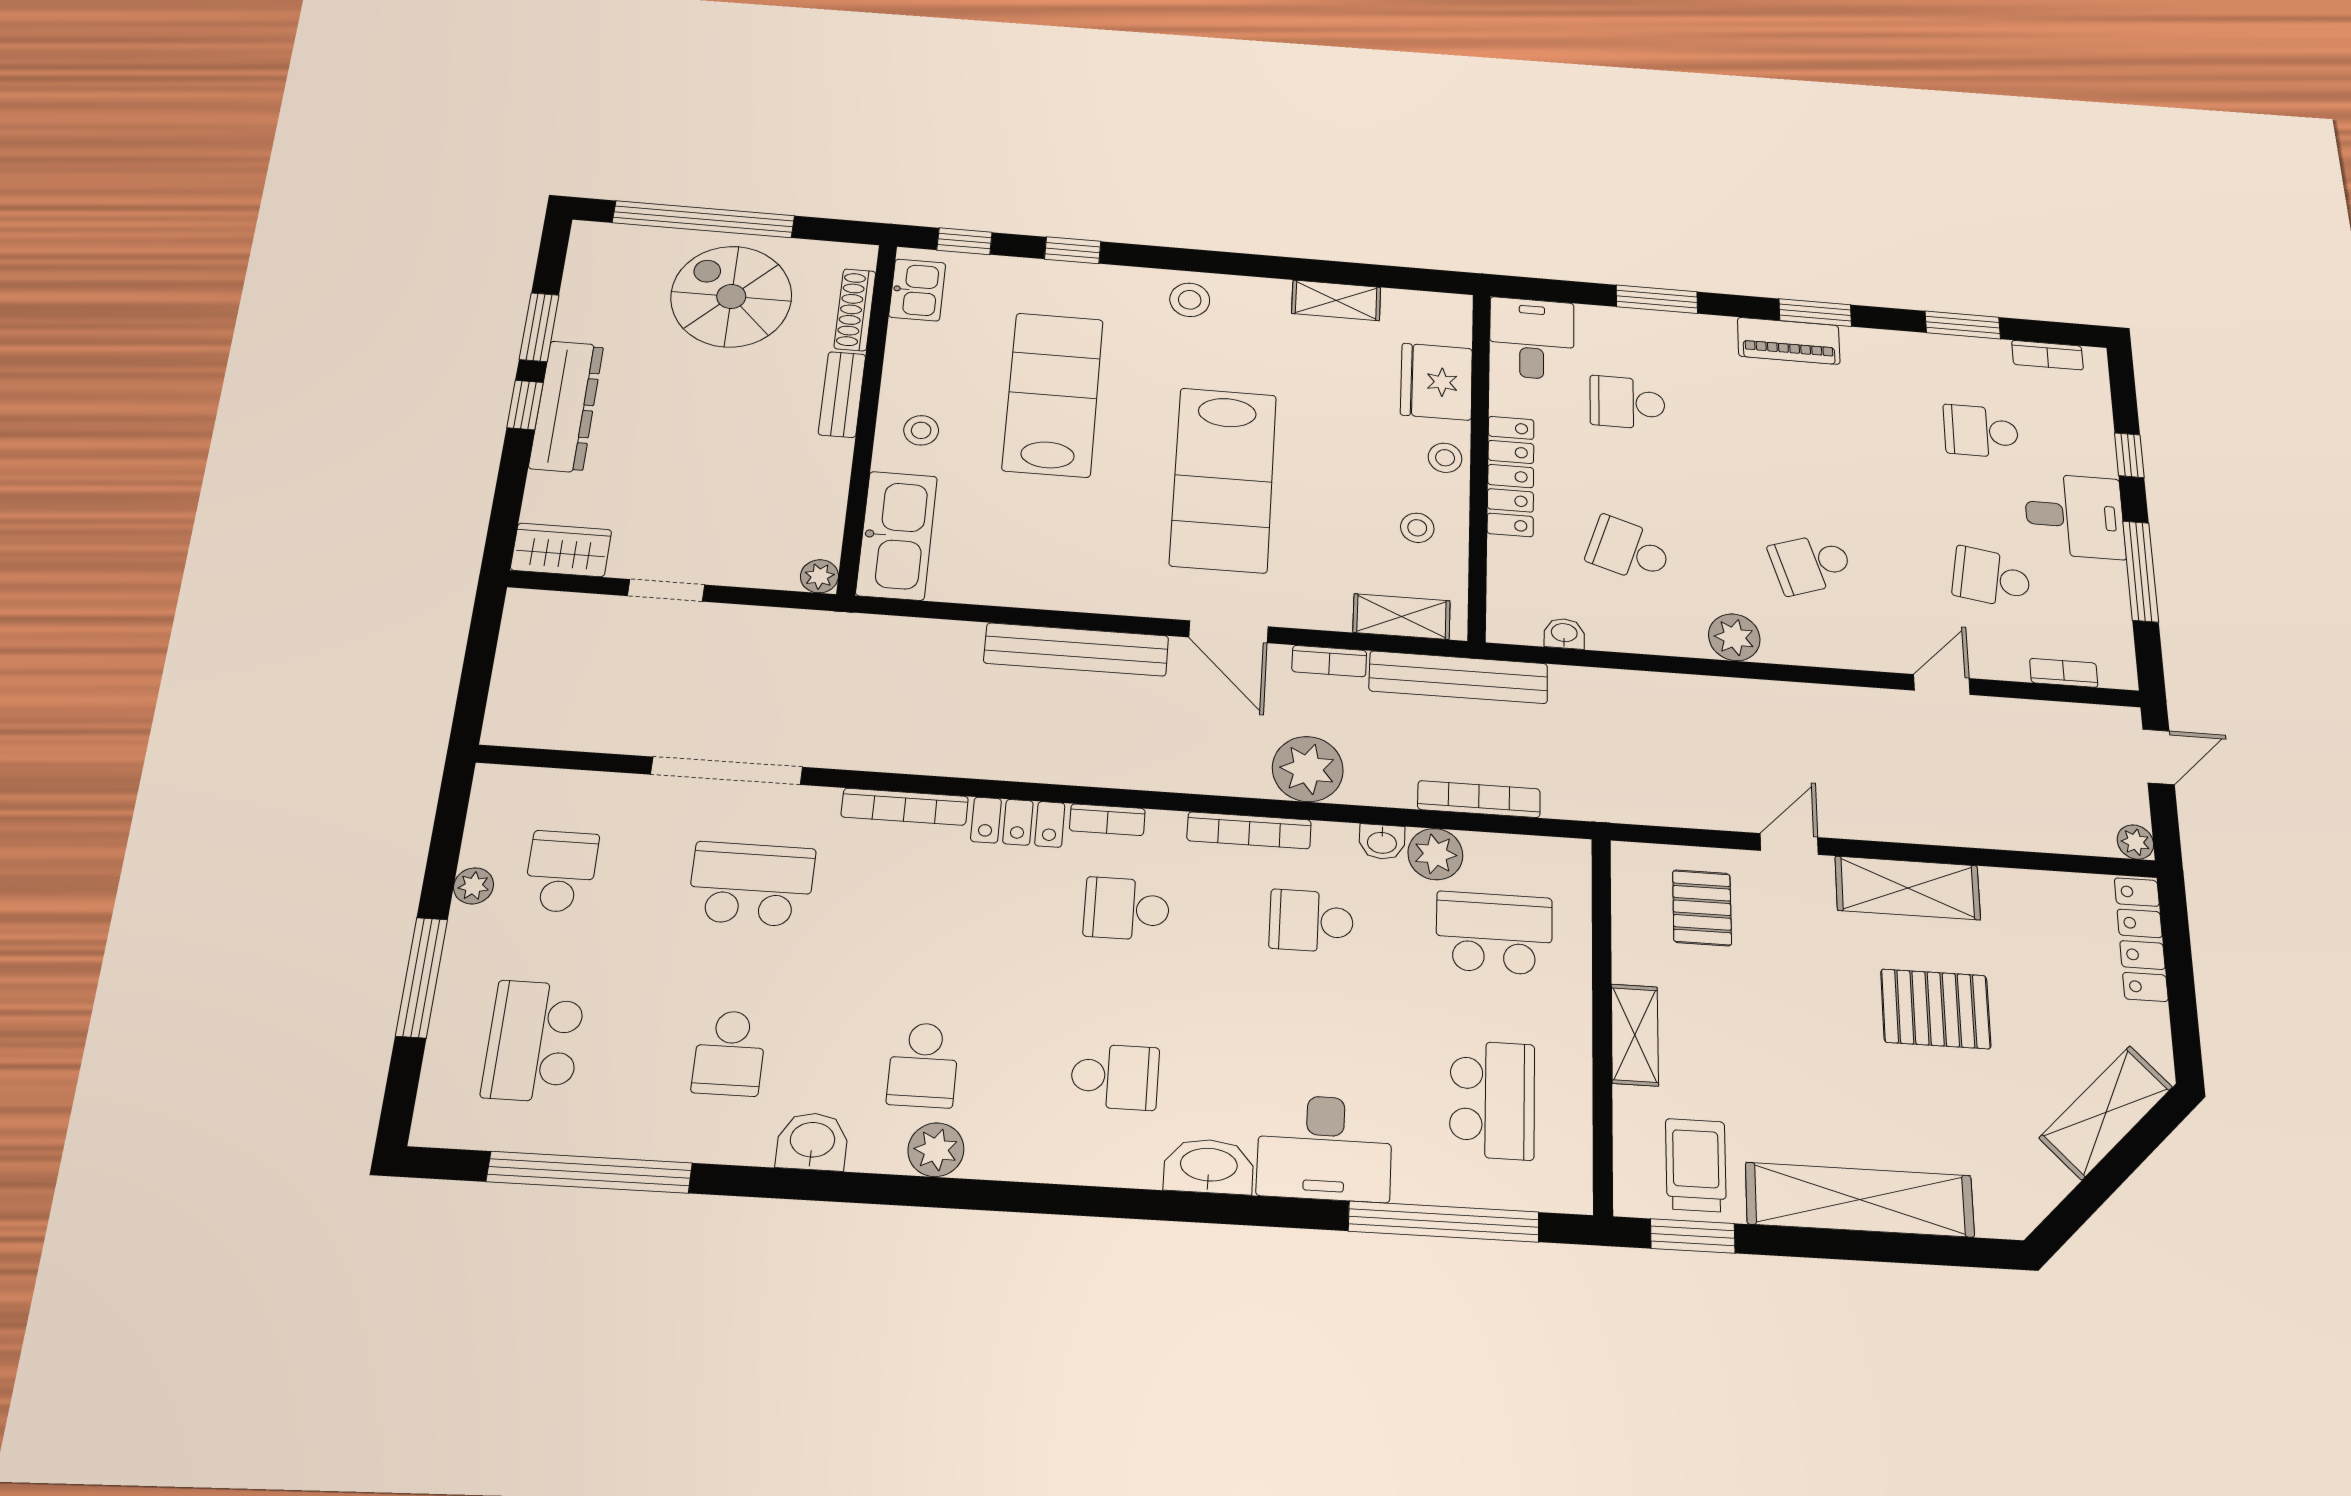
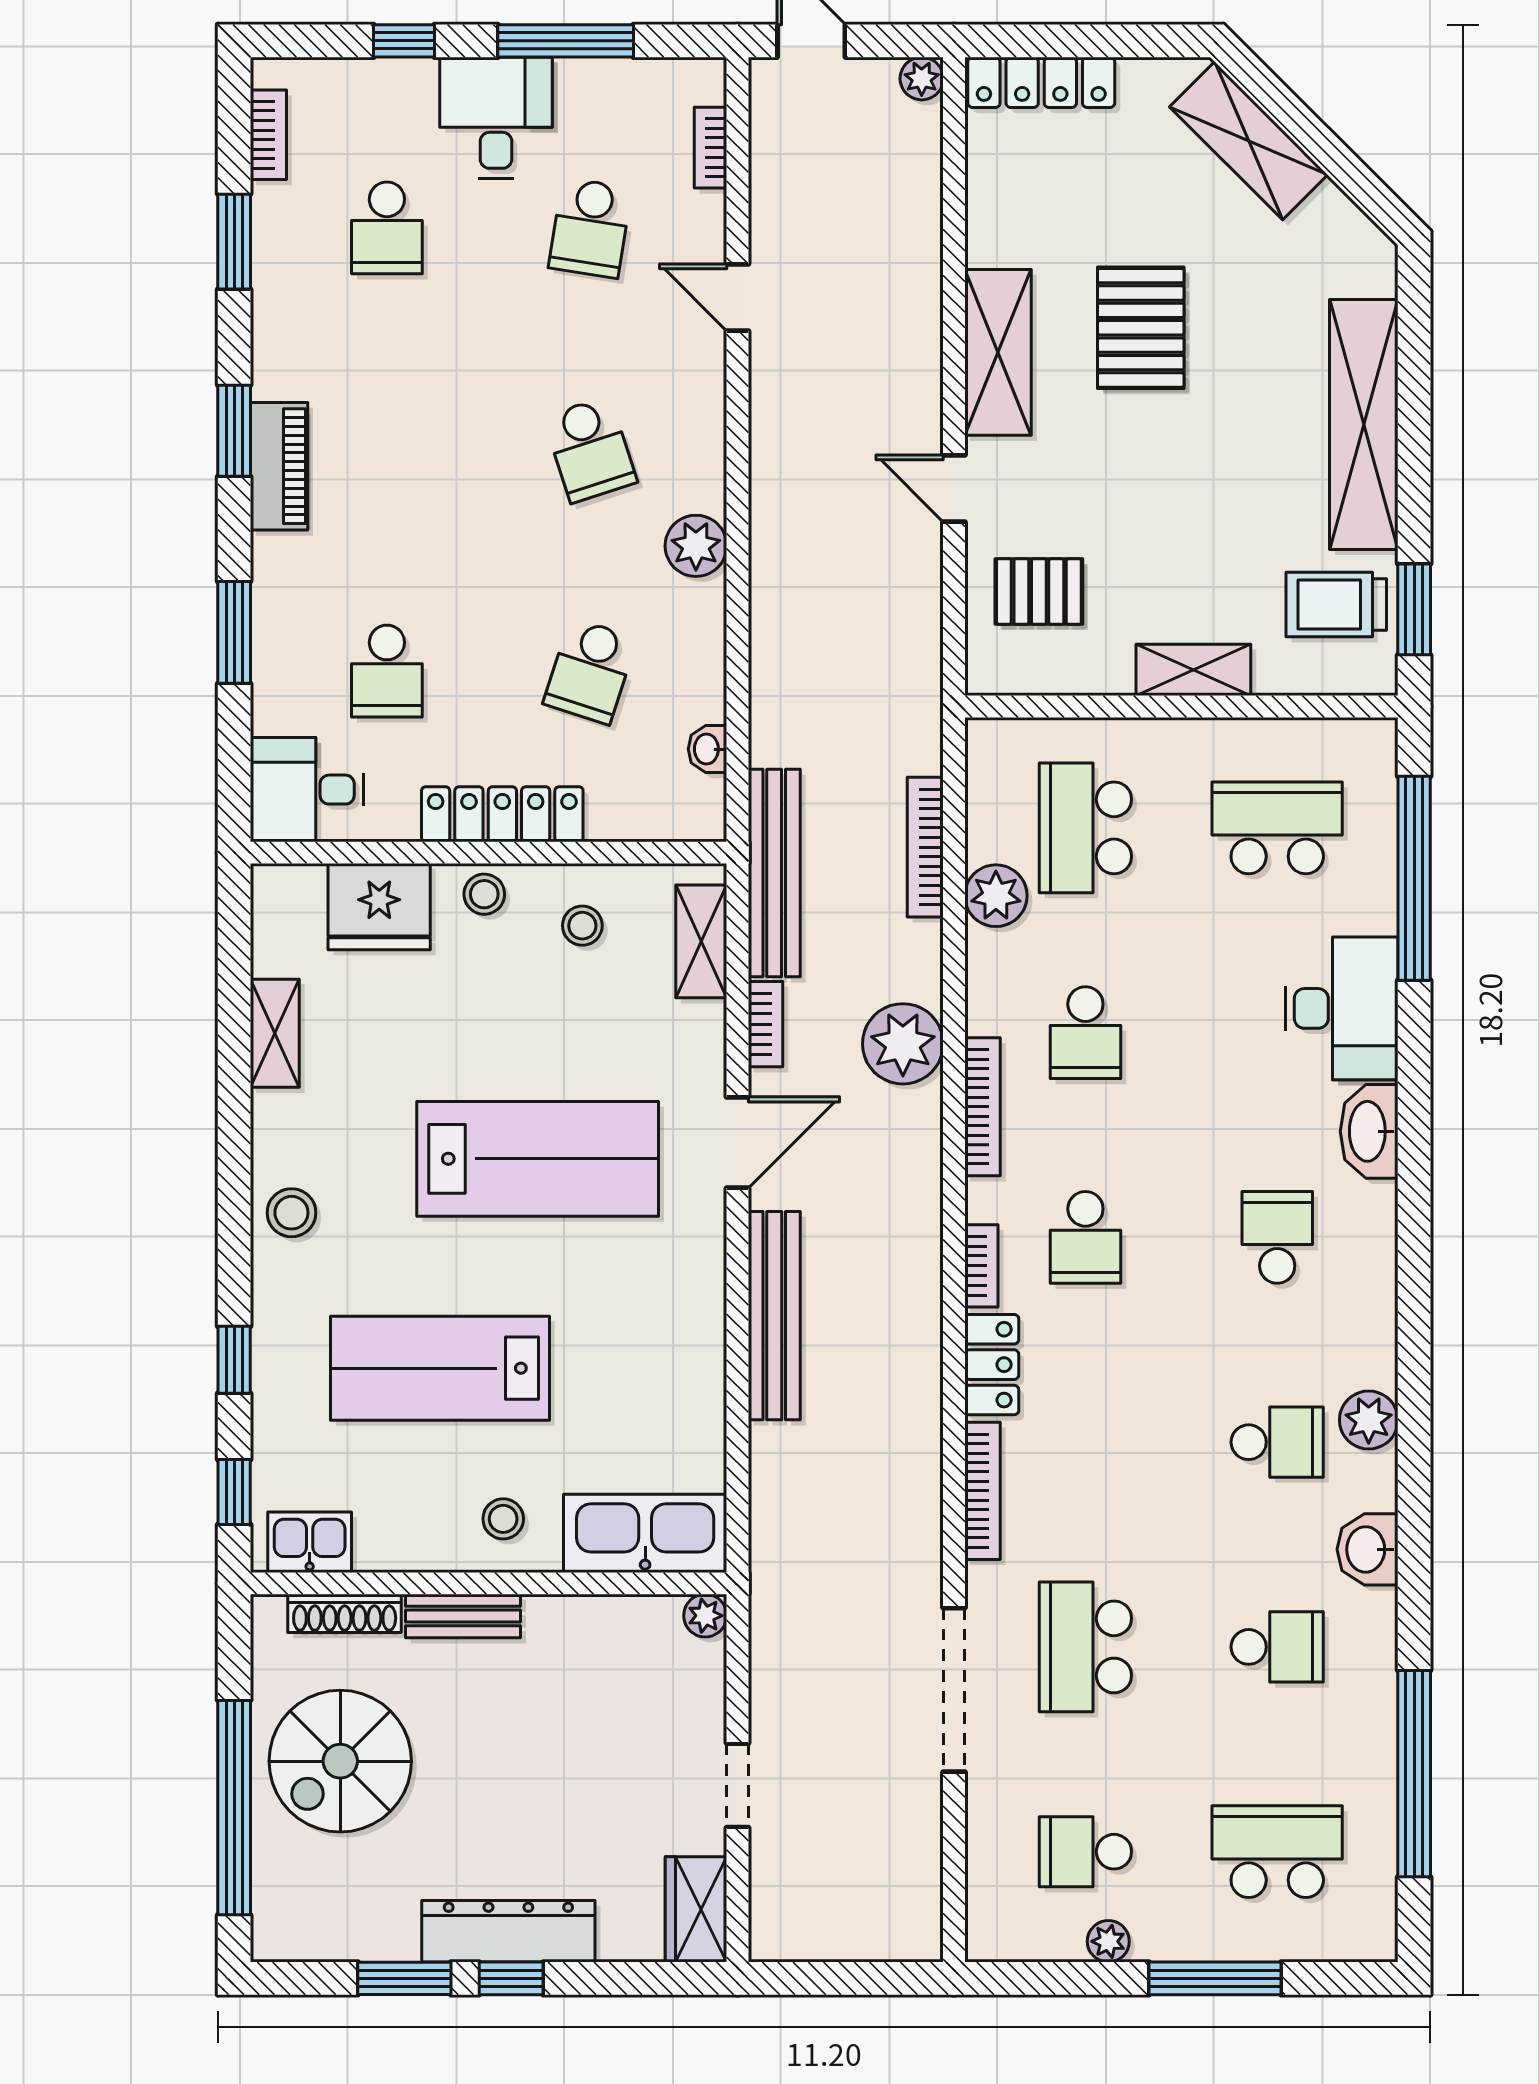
washbasin: (1382, 842) -> (985, 957), removed
school desk: (534, 1041) -> (1277, 1852), turned 180

